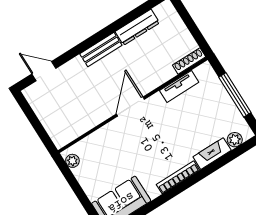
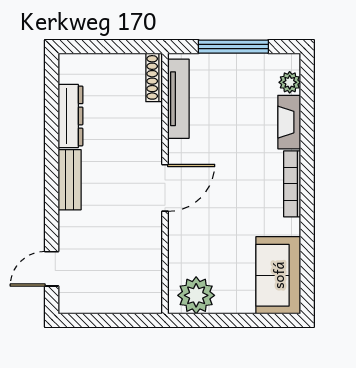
tv unit: (179, 86) -> (178, 99), width x1.41
door: (130, 107) -> (165, 188), swing flipped
plant: (72, 161) -> (196, 295), width x1.88, depth x1.88

